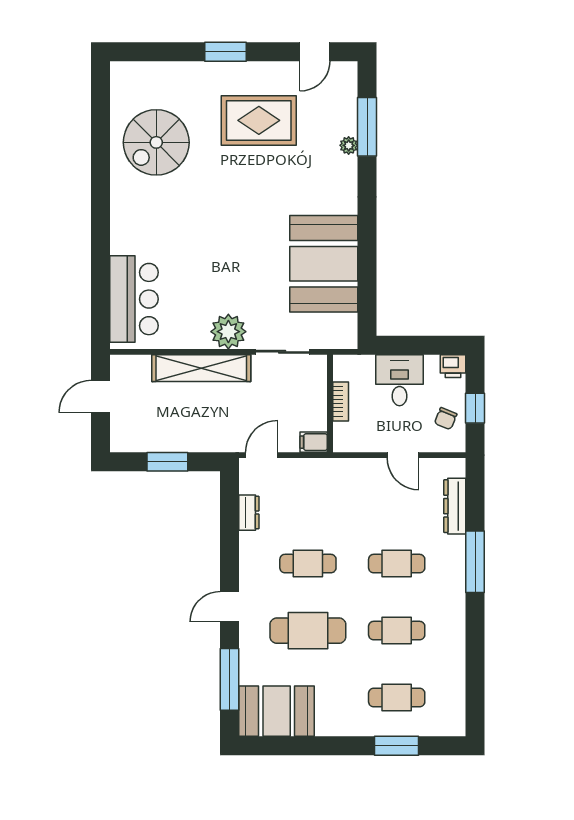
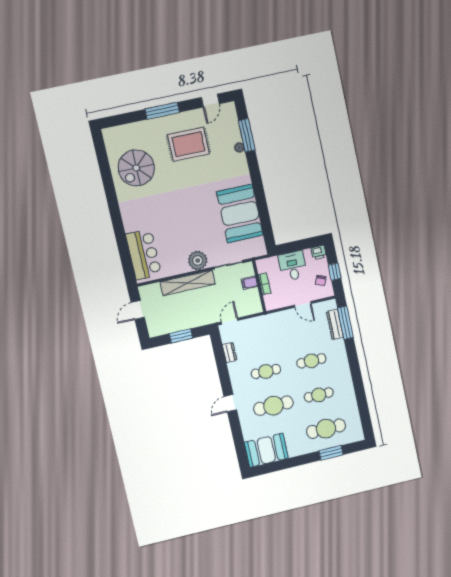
window: (225, 52) -> (162, 111), width x1.44
filing cabinet: (314, 442) -> (249, 283), moved
window: (475, 562) -> (345, 323), moved
window: (230, 679) -> (239, 440), removed
cafe table: (397, 698) -> (326, 429), width x1.37, depth x1.35

